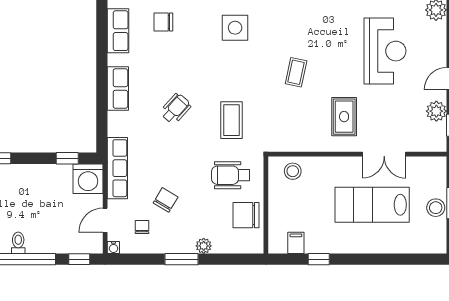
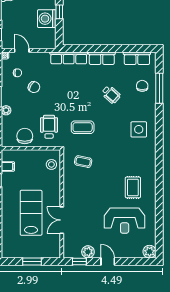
coffee table: (296, 72) -> (83, 162), moved
wheelchair: (176, 109) -> (111, 94), moved
rug: (344, 117) -> (133, 187), moved, turned 90
window: (67, 158) -> (59, 12), moved
row of seats: (117, 168) -> (69, 58), moved
washing machine: (88, 179) -> (47, 19), moved
stool: (436, 208) -> (29, 251), removed

